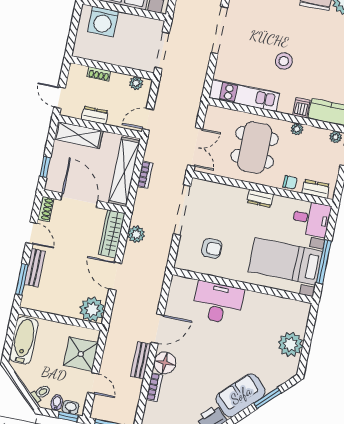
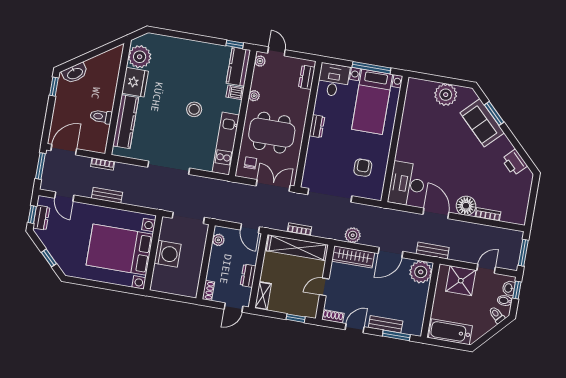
washing machine: (103, 22) -> (168, 254), moved
shoe rack: (99, 74) -> (208, 291), moved
shelving: (79, 135) -> (263, 296), width x0.67, depth x0.75
chair: (290, 182) -> (250, 163), moved
door: (79, 200) -> (324, 287), width x0.53
desk: (218, 303) -> (407, 184), moved
bench: (141, 360) -> (433, 251), moved
sofa: (241, 395) -> (482, 123), moved

